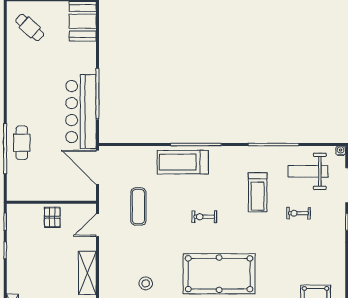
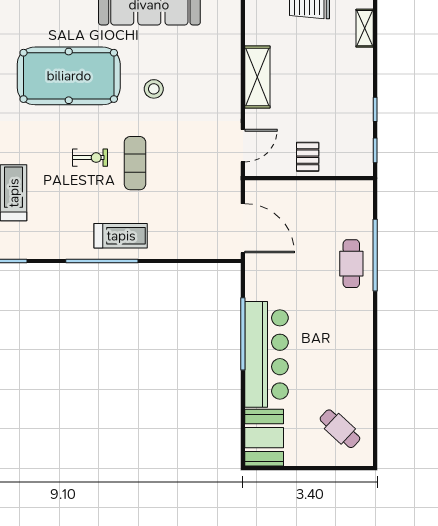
bar counter: (81, 112) -> (267, 354), moved
treadmill: (183, 162) -> (121, 236), width x0.73, depth x0.73
exercise mat: (138, 207) -> (135, 163), moved
stool: (146, 283) -> (154, 89), moved

